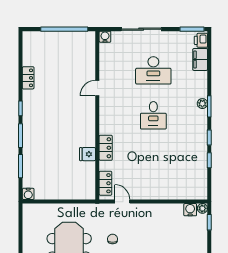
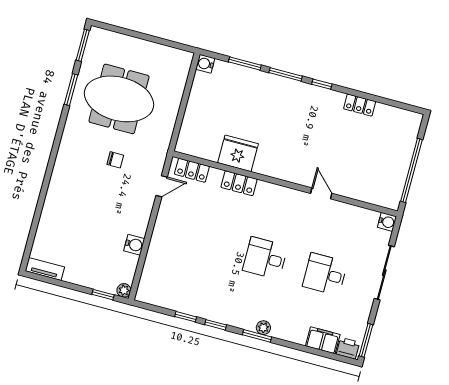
desk: (153, 70) -> (325, 274), width x0.73
fridge: (88, 154) -> (238, 153), width x1.88, depth x1.34
water cooler: (190, 210) -> (134, 245), moved

